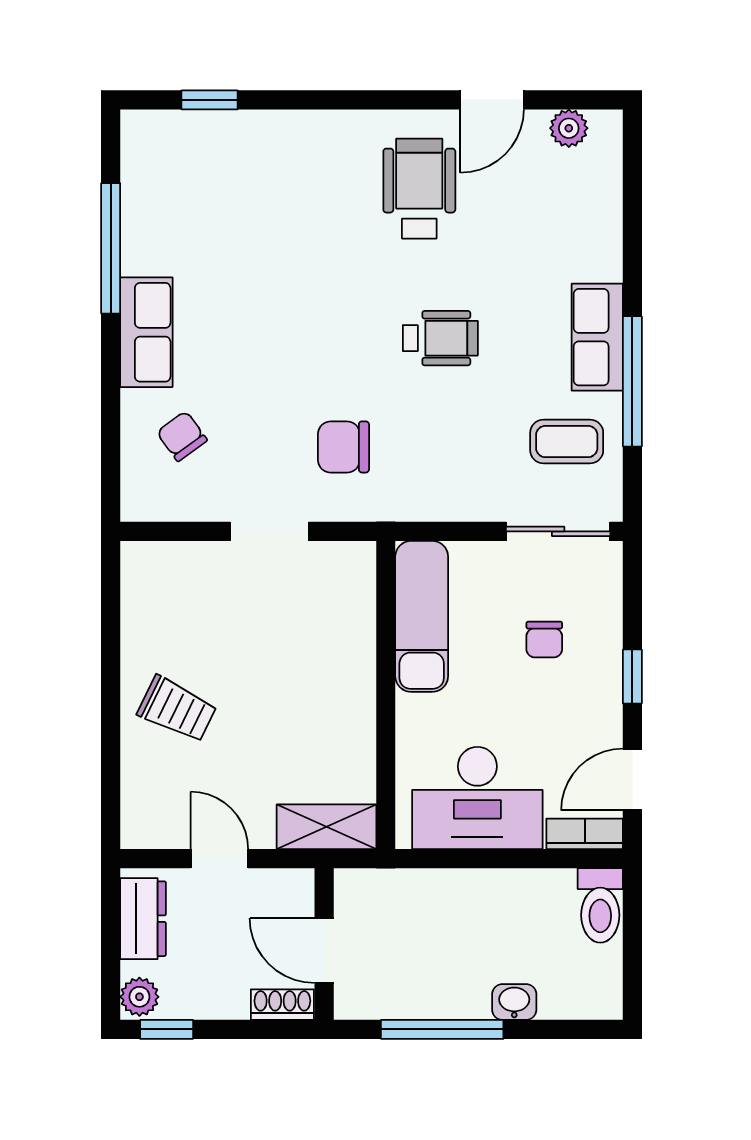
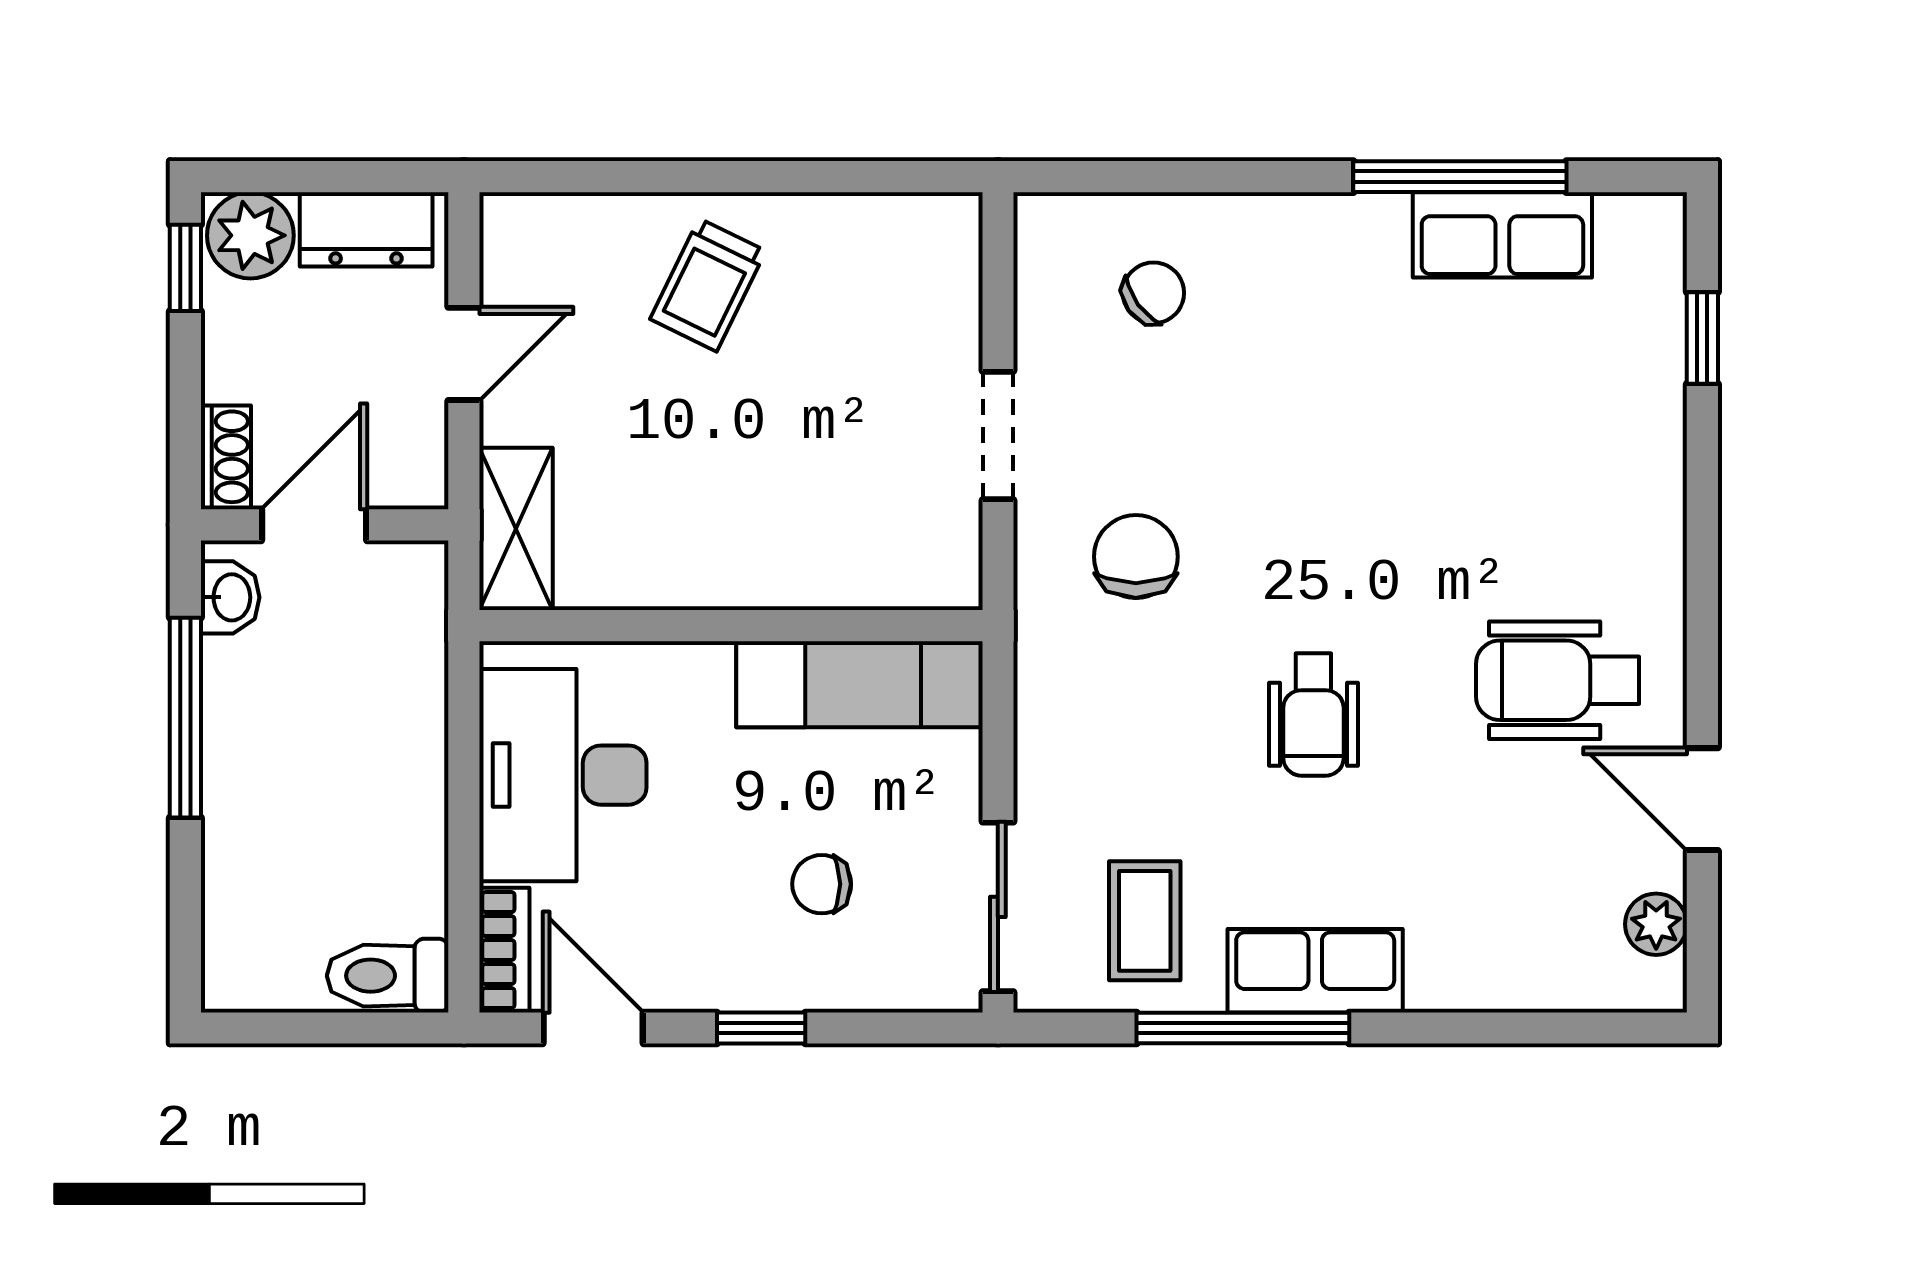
wheelchair: (419, 189) -> (1558, 680), turned 180
row of seats: (146, 332) -> (1502, 235), moved
plant: (139, 997) -> (250, 235), width x1.38, depth x1.38
washbasin: (514, 1002) -> (230, 597), moved

